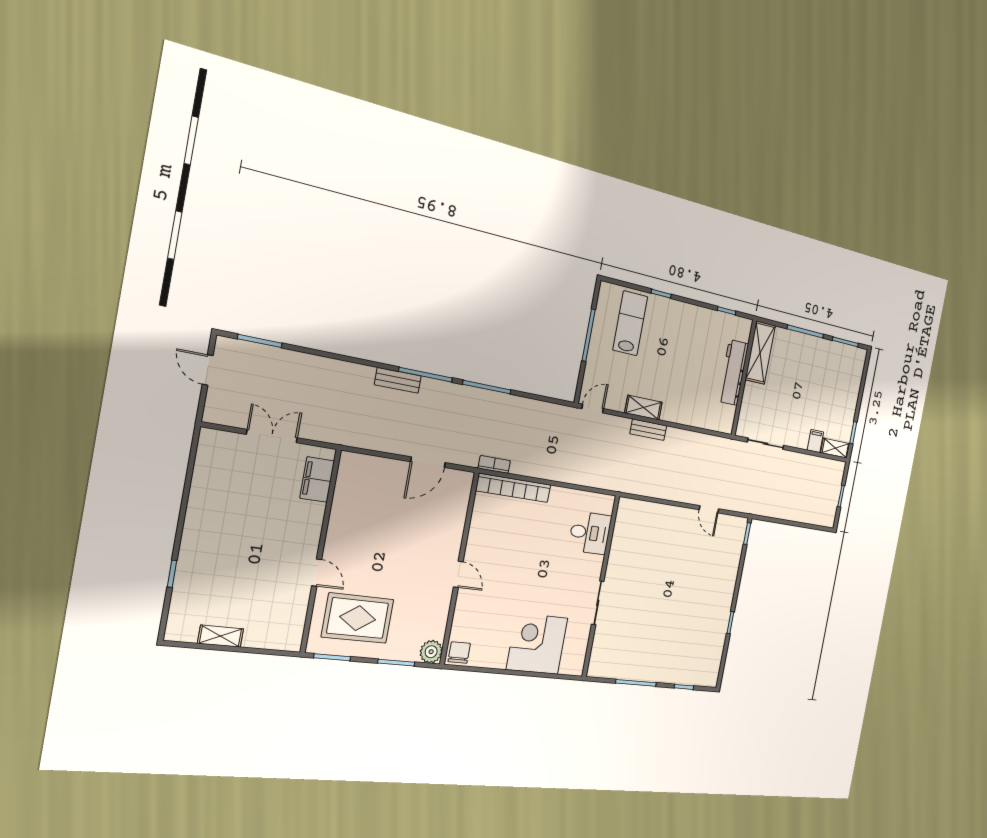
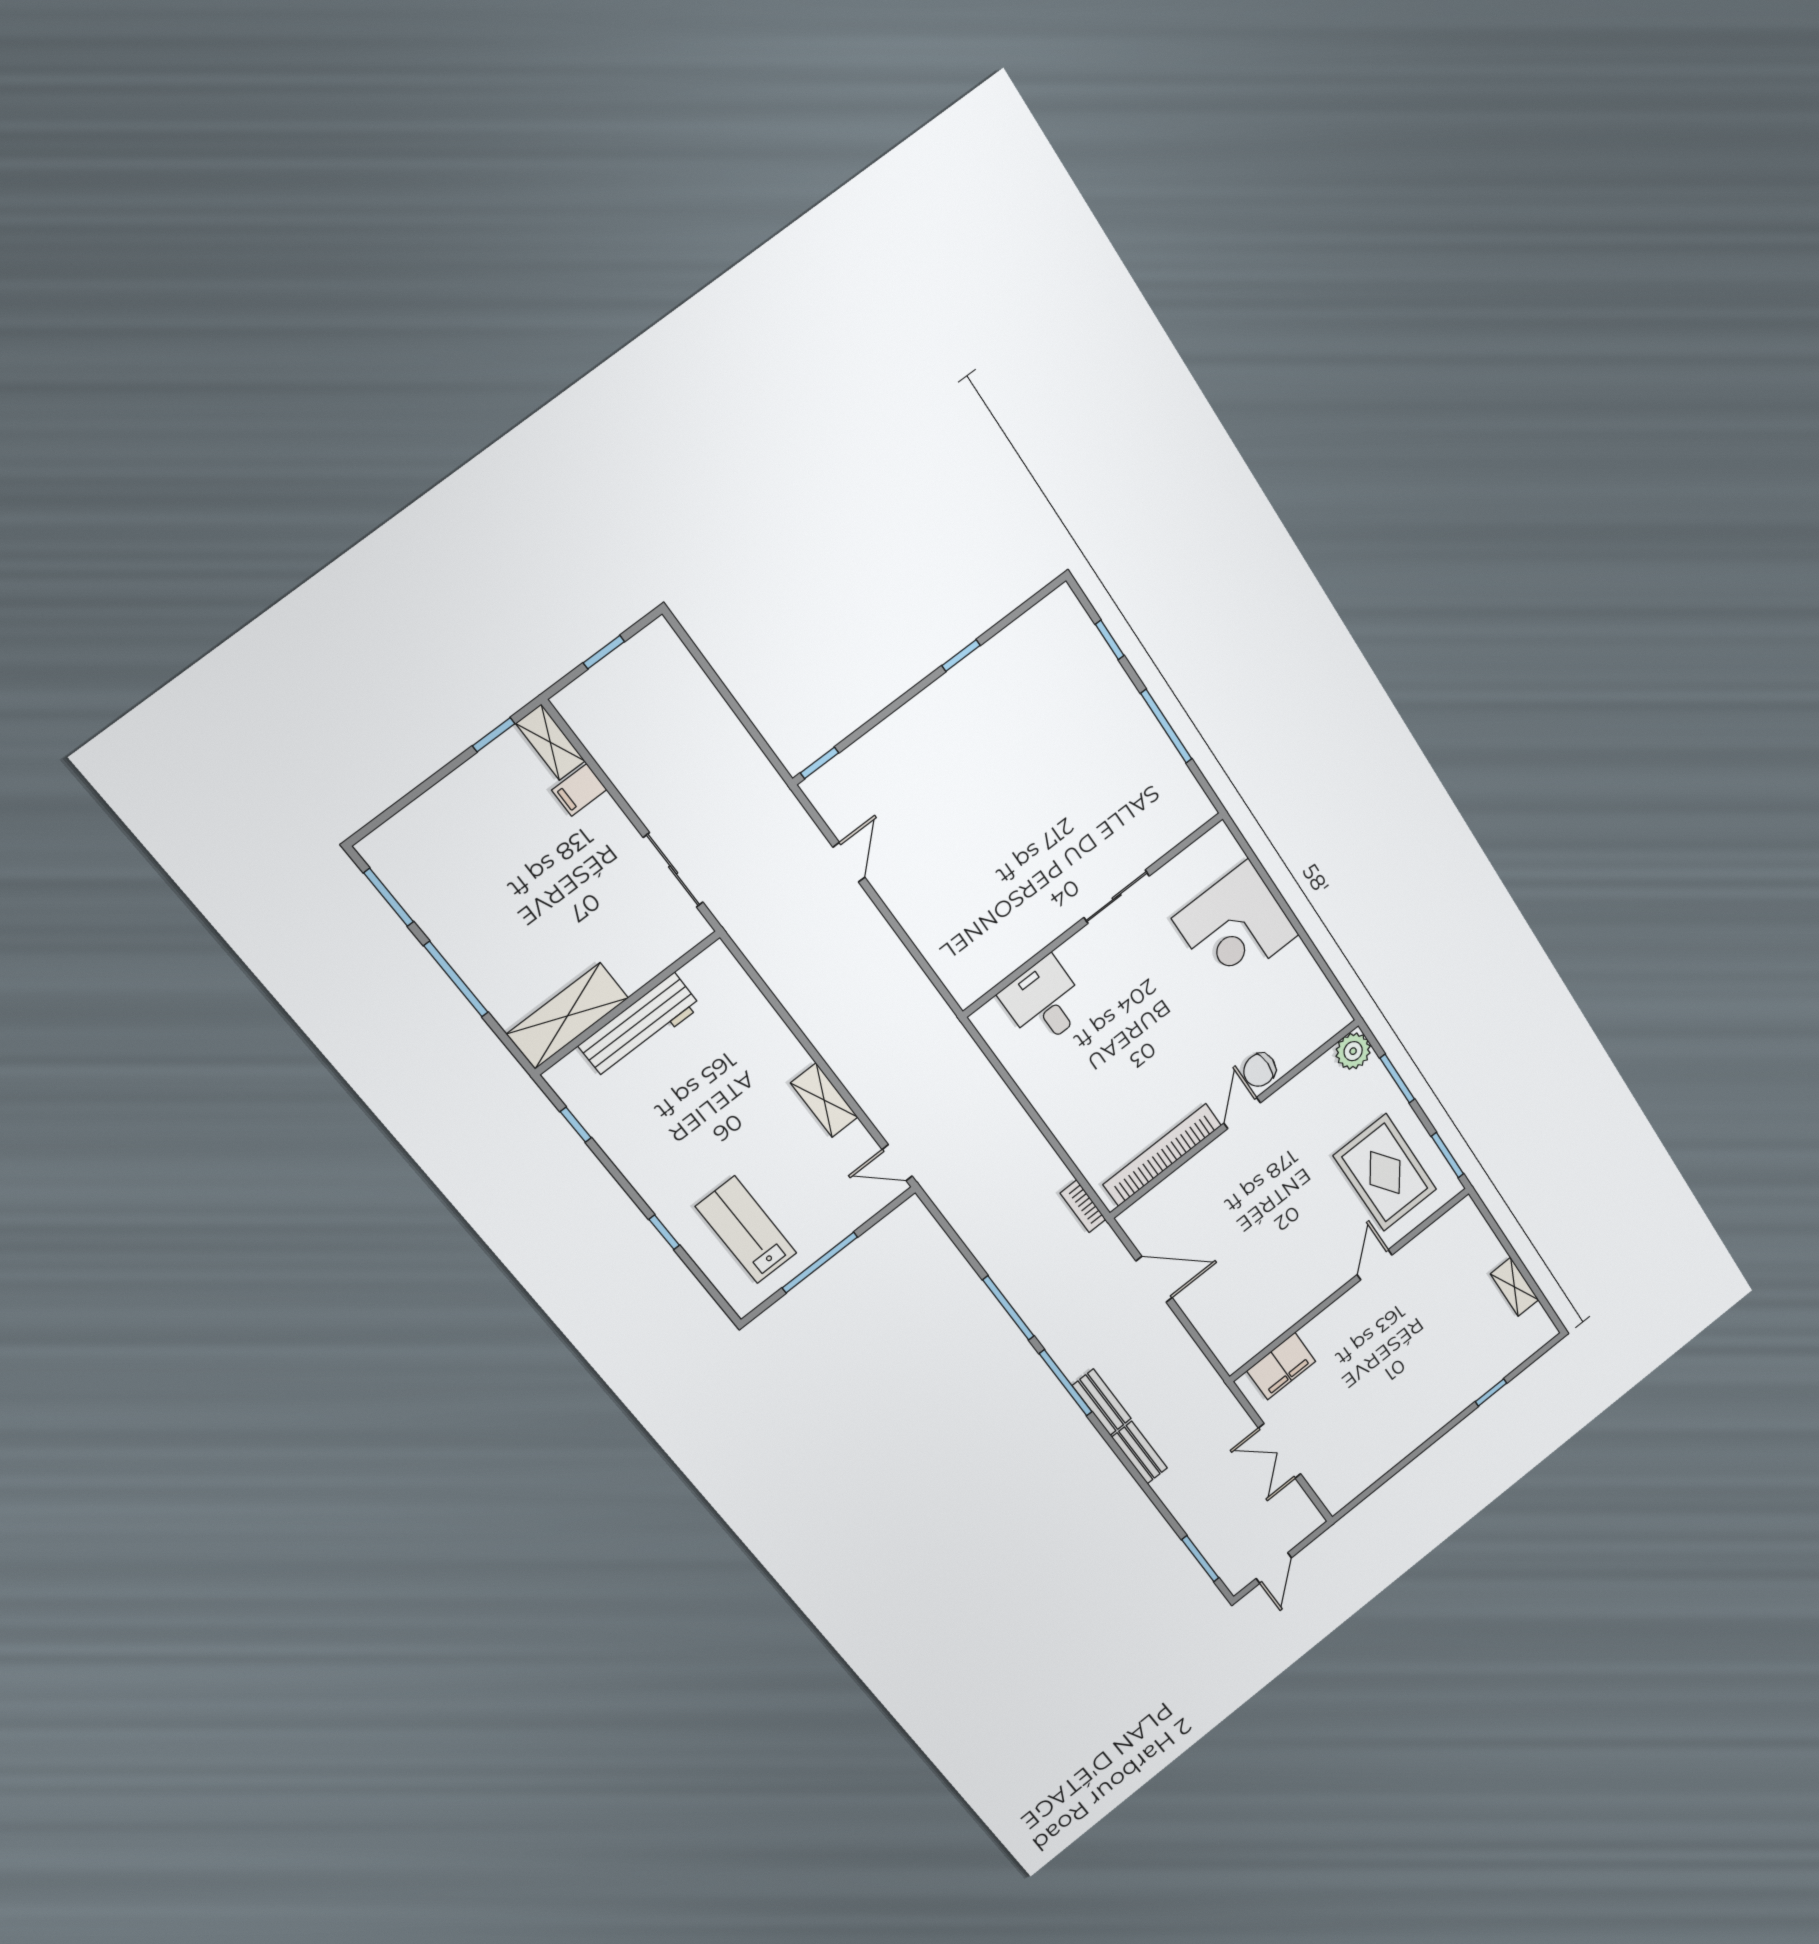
lab bench: (630, 323) -> (746, 1230), turned 90
bench: (648, 430) -> (1139, 1453), moved
bookcase: (513, 488) -> (1162, 1155), moved, turned -90
chair: (459, 653) -> (1260, 1070), moved

